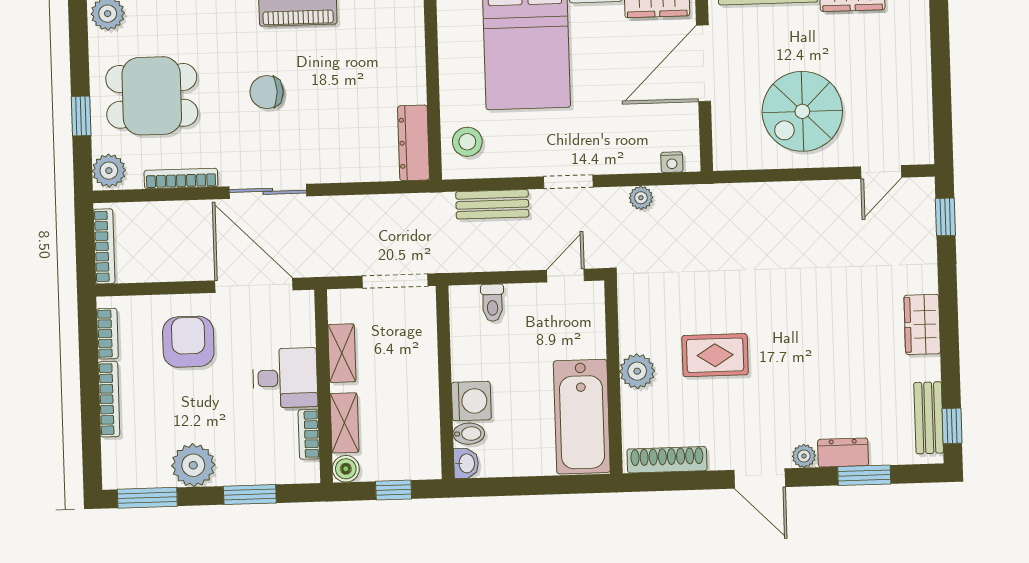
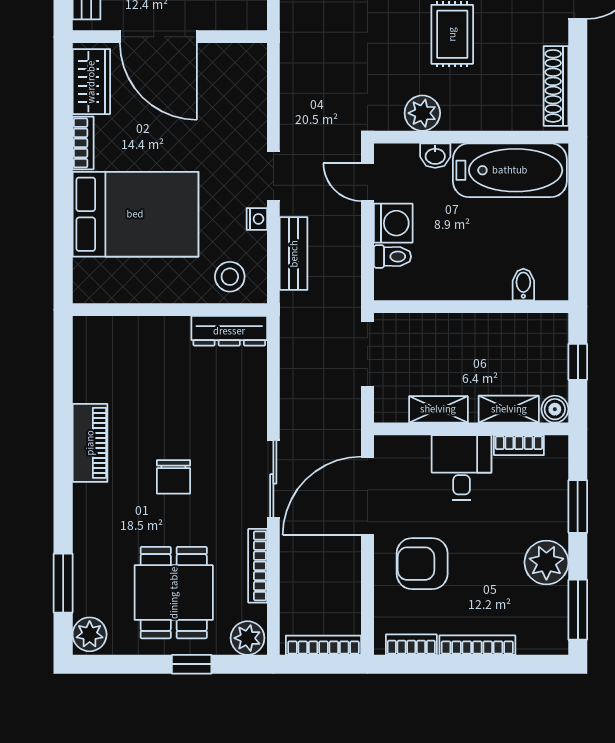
nightstand: (672, 162) -> (257, 219), moved
plant: (641, 198) -> (292, 104), removed
plant: (637, 371) -> (422, 113), moved
washing machine: (471, 401) -> (393, 223), moved, turned 90
washbasin: (466, 463) -> (435, 156), moved, turned 180

